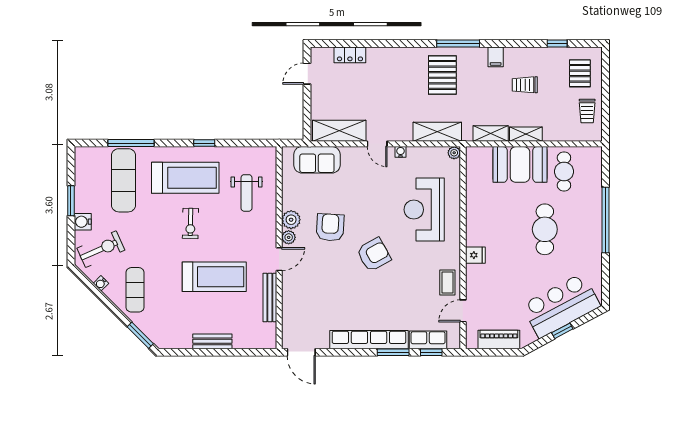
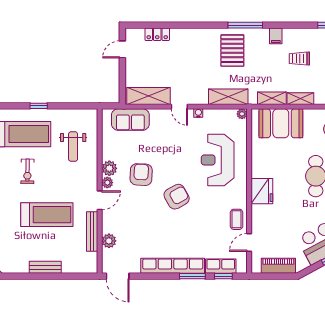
booth: (520, 164) -> (281, 123), moved
fridge: (475, 255) -> (262, 191), width x1.88, depth x1.34
plant: (291, 309) -> (109, 241), added

